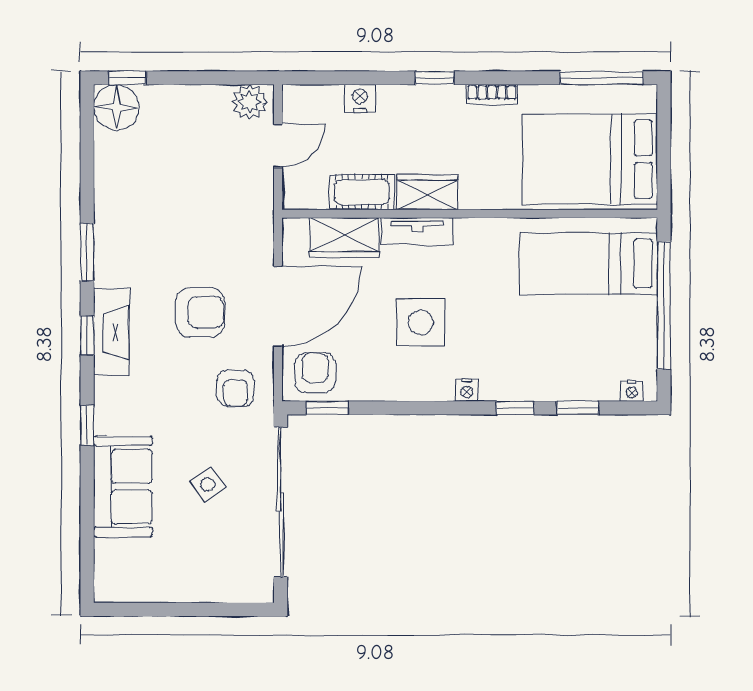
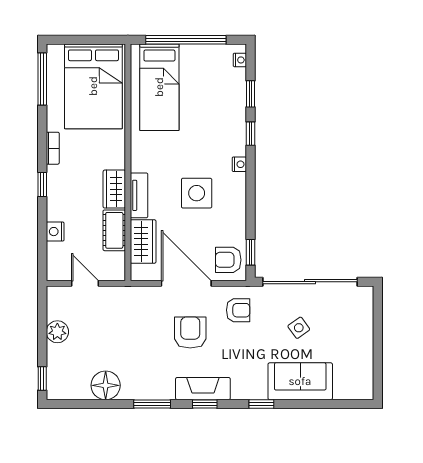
plant: (250, 102) -> (57, 332), moved
floor lamp: (116, 107) -> (106, 385), moved

